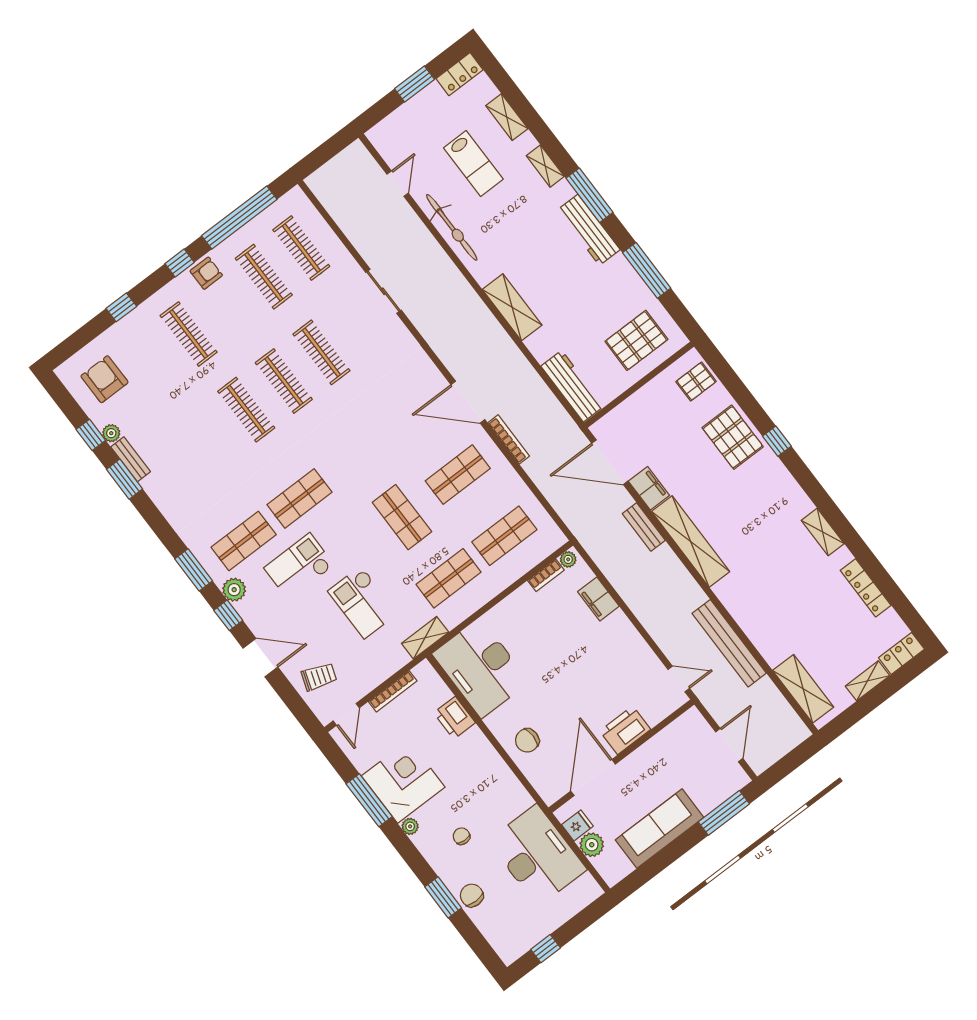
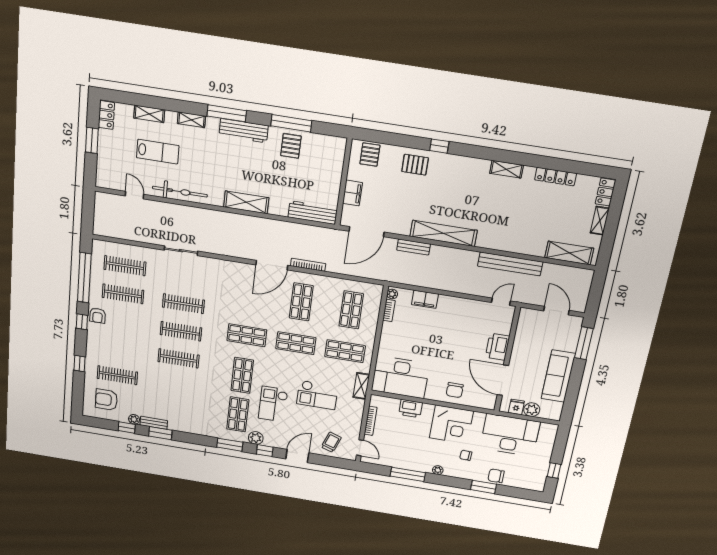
armchair: (206, 273) -> (98, 316), turned 180
clothes rail: (189, 334) -> (117, 375), moved
pallet: (636, 340) -> (291, 146), moved, width x0.67, depth x0.71
pallet: (733, 437) -> (415, 165), width x0.67, depth x0.71
shop shelf: (355, 456) -> (247, 335), added
filing cabinet: (649, 488) -> (353, 193), moved, turned 90
shop shelf: (449, 578) -> (345, 351), turned 90
corner desk: (403, 782) -> (451, 424), moved, turned 180

